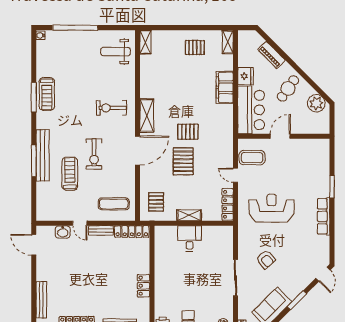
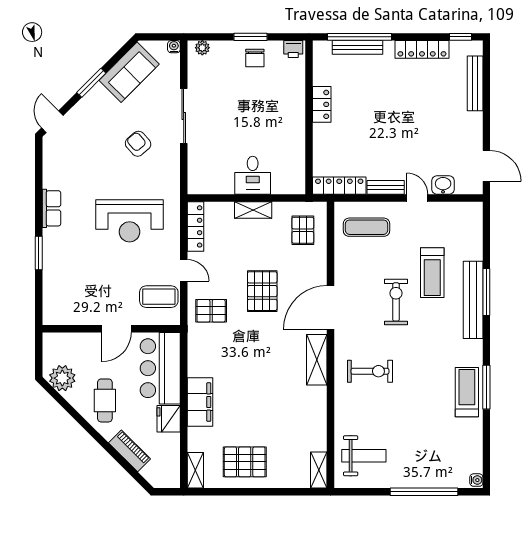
pallet: (195, 48) -> (245, 462), width x1.50, depth x1.42
cafe table: (288, 88) -> (105, 400), turned -35
pallet: (188, 132) -> (211, 311), moved
row of seats: (324, 216) -> (51, 208), width x0.68

